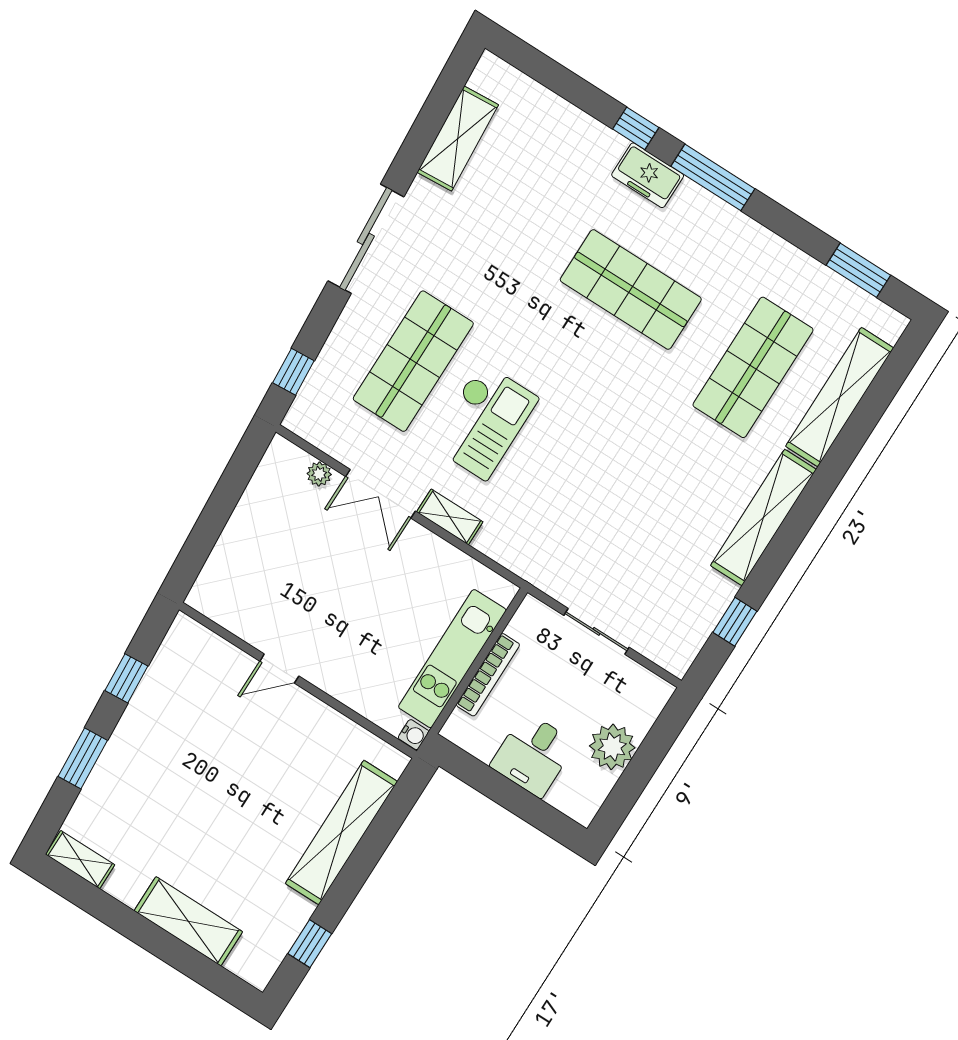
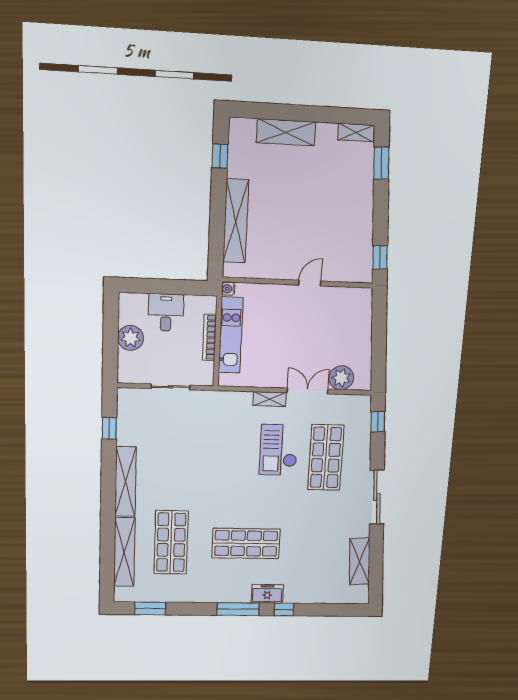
plant: (319, 474) -> (341, 378), width x1.88, depth x1.88
window: (126, 678) -> (380, 257), moved
window: (83, 758) -> (381, 163), moved

